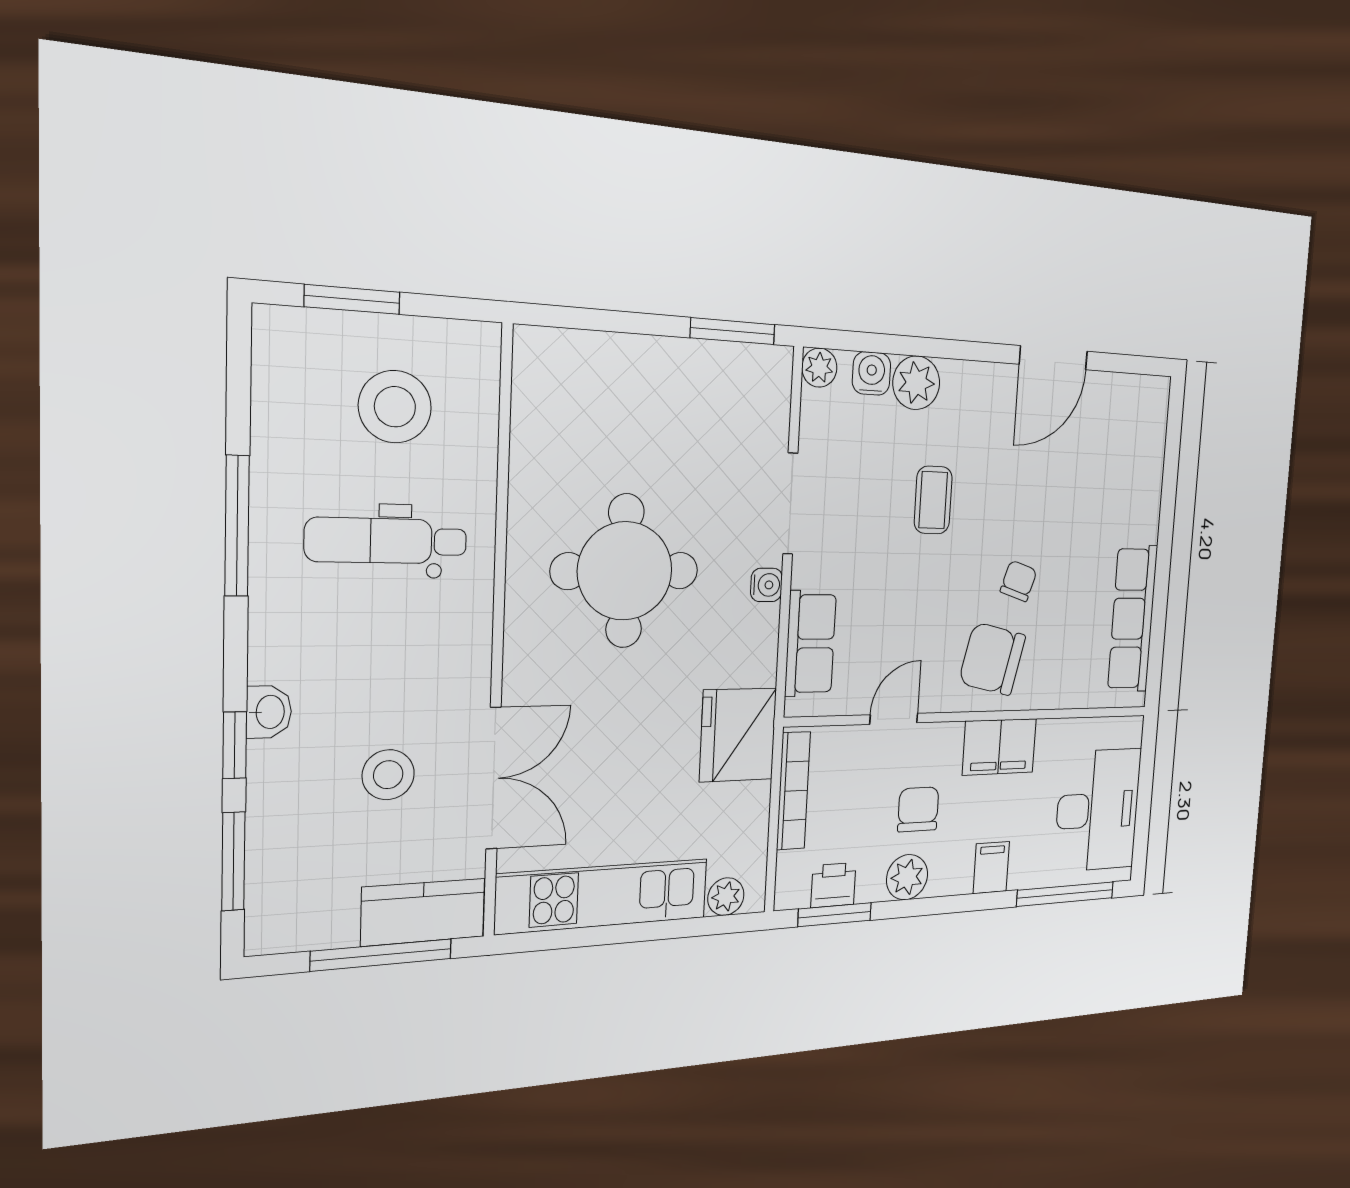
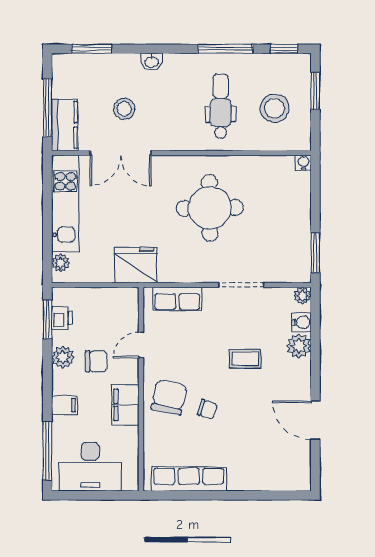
water cooler: (766, 585) -> (304, 163), moved, turned 180
door: (894, 719) -> (141, 345), swing flipped
window: (235, 745) -> (284, 49), moved
bookcase: (793, 791) -> (109, 294), removed

